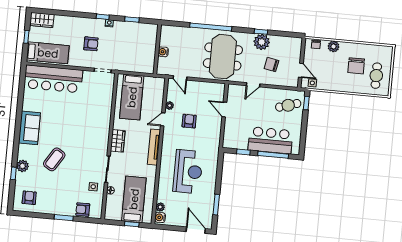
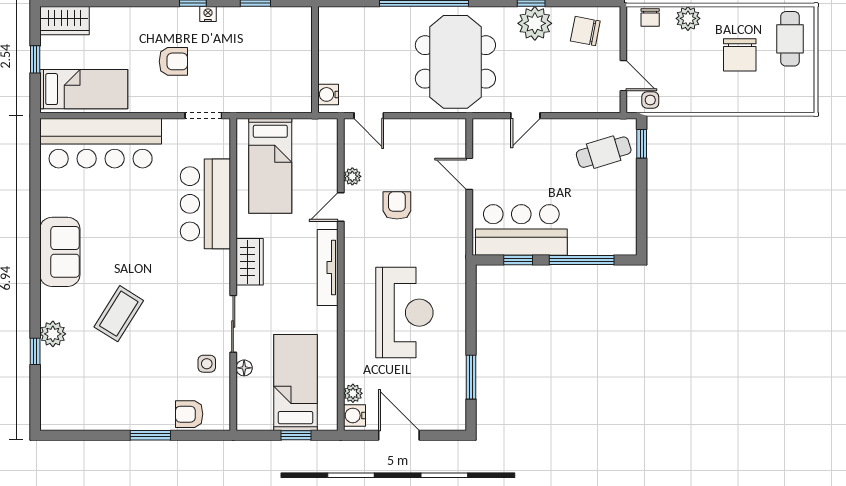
water cooler: (163, 52) -> (328, 94), moved
chair: (271, 65) -> (585, 31), moved
cafe table: (376, 76) -> (790, 39), moved
bar counter: (100, 112) -> (205, 204), added
bar counter: (270, 140) -> (521, 230), moved
armchair: (29, 198) -> (73, 400), removed
door: (196, 230) -> (399, 435), moved

